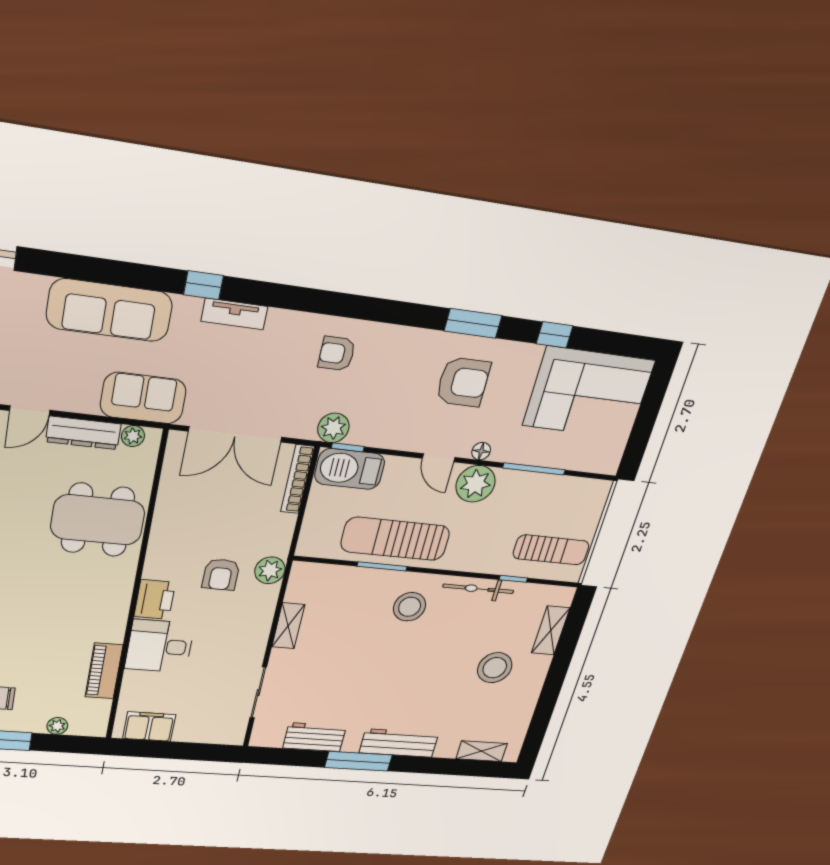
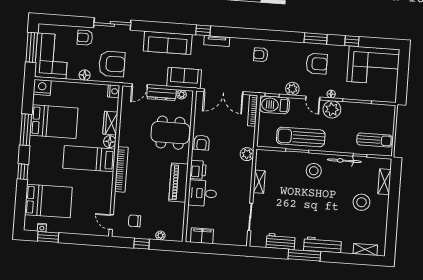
plant: (333, 428) -> (292, 89), moved
armchair: (221, 574) -> (202, 143), moved
piano: (104, 671) -> (179, 183), moved, width x1.37, depth x1.33

